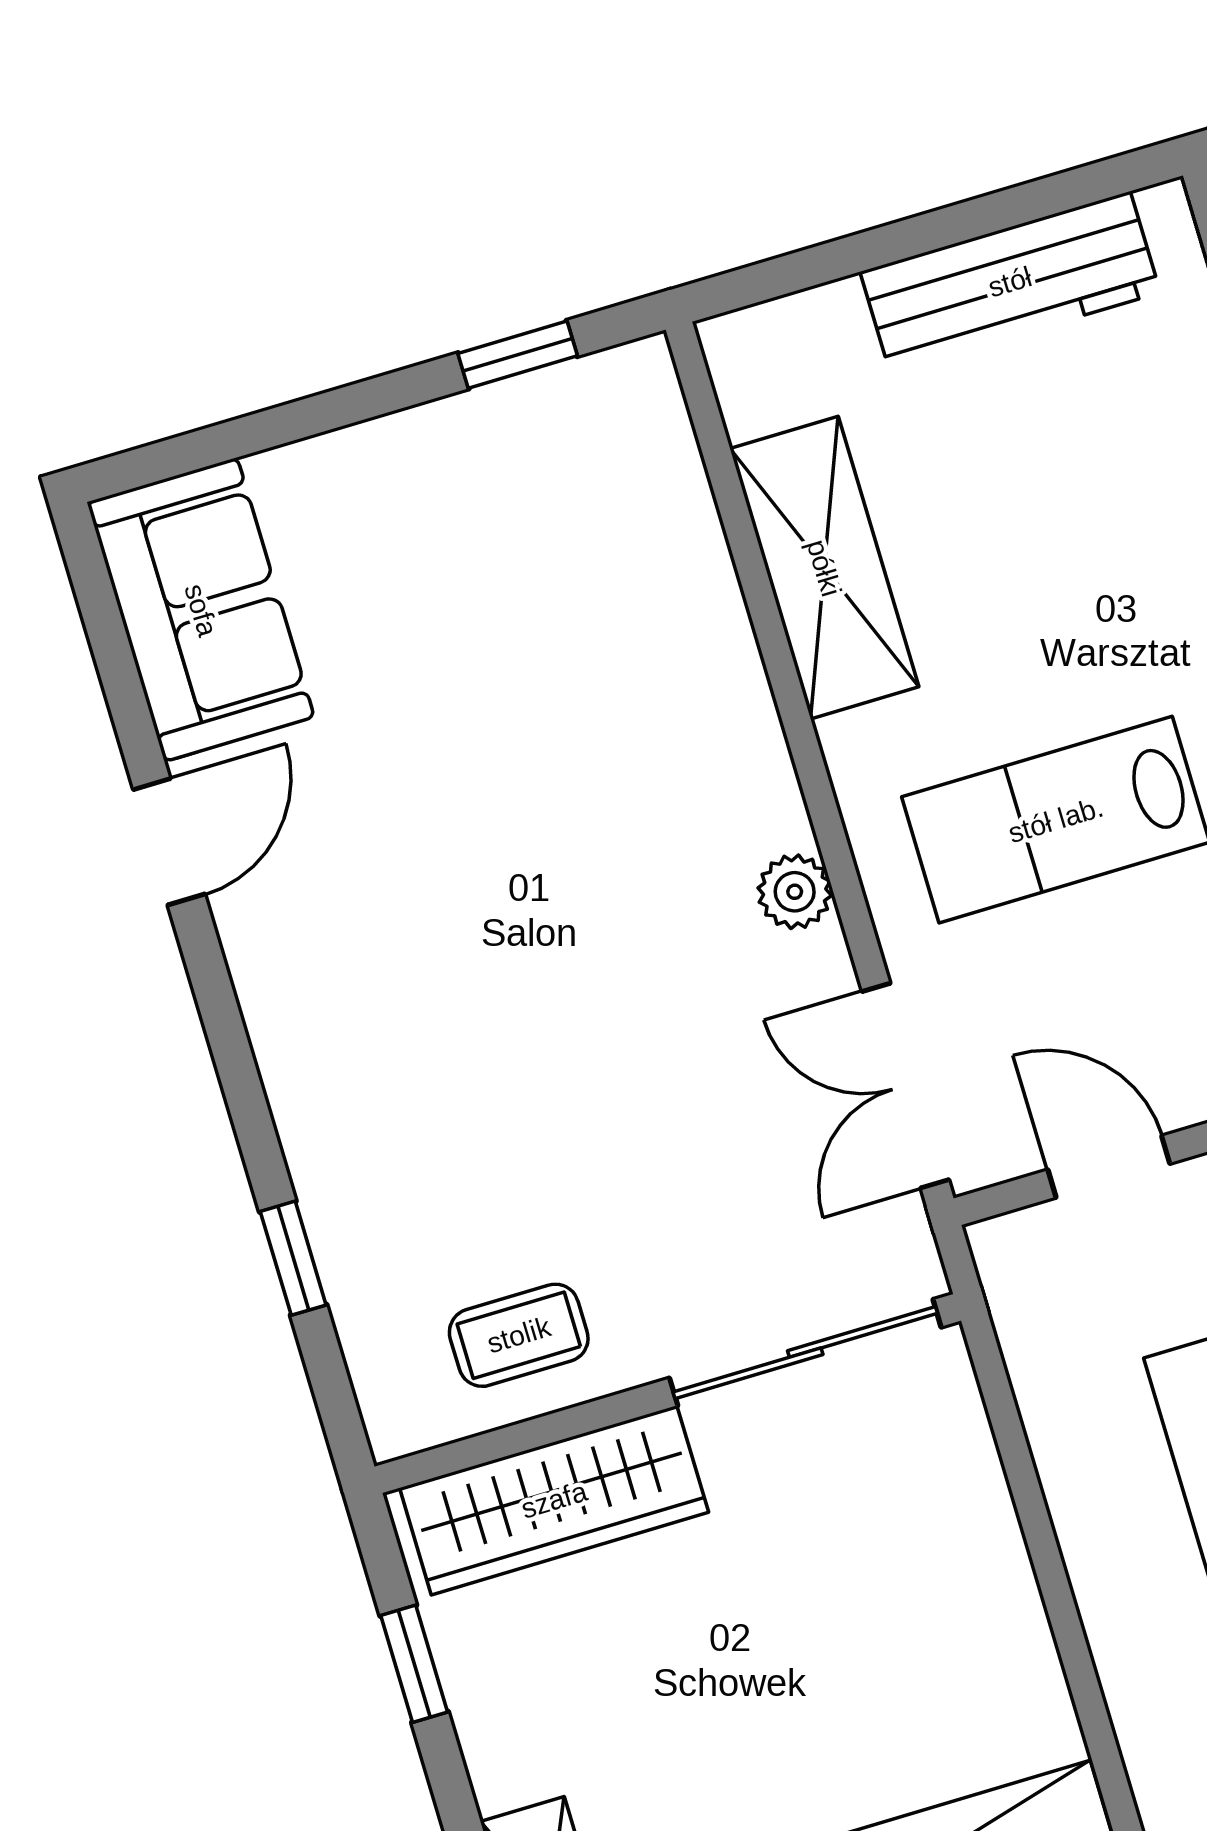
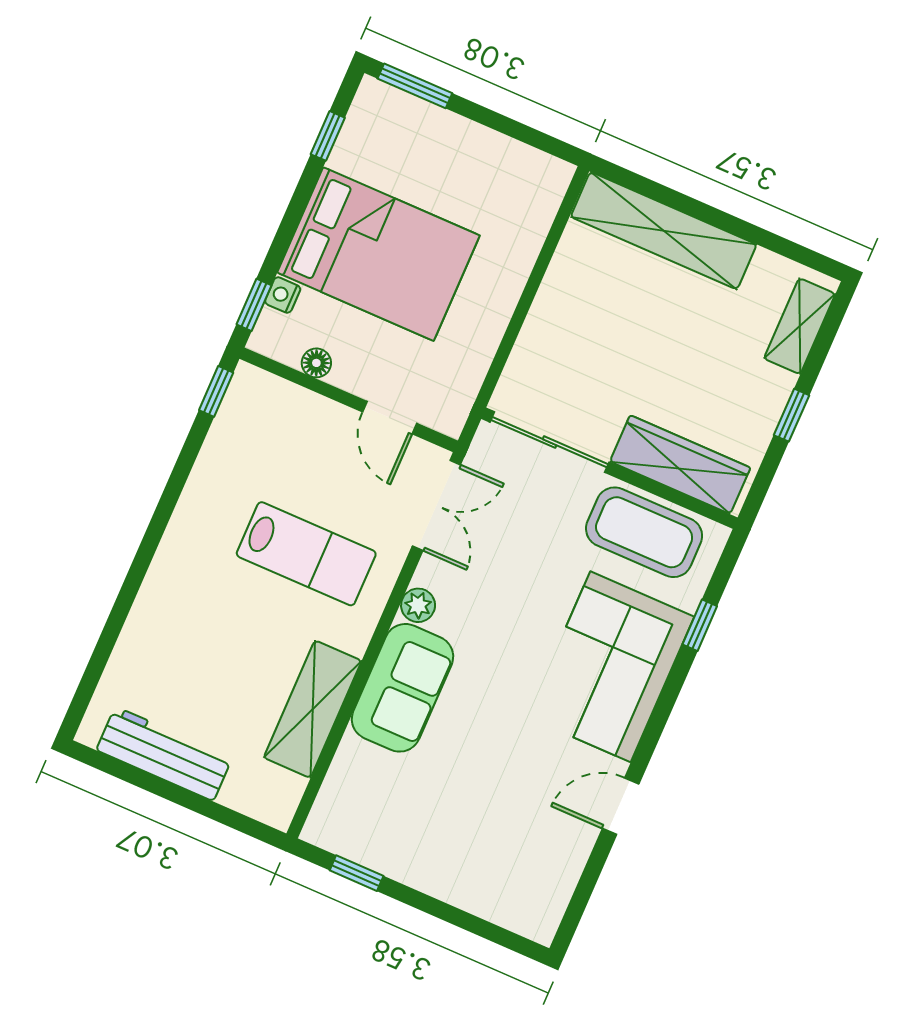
sofa: (201, 610) -> (402, 688), moved, turned 180
corner sofa: (384, 1062) -> (611, 667), added
coffee table: (519, 1335) -> (644, 532), width x1.86, depth x1.72
window: (414, 1664) -> (791, 415), moved

